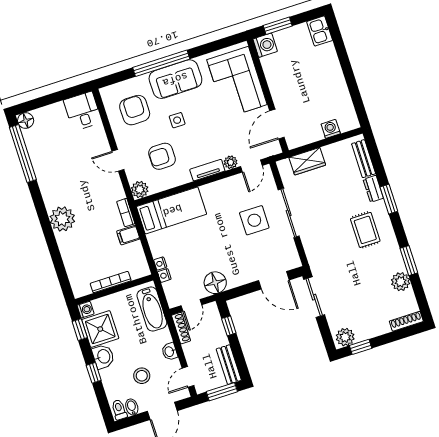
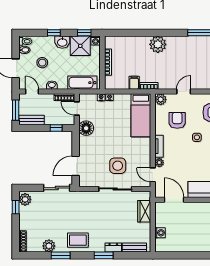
rug: (365, 230) -> (78, 240), moved

